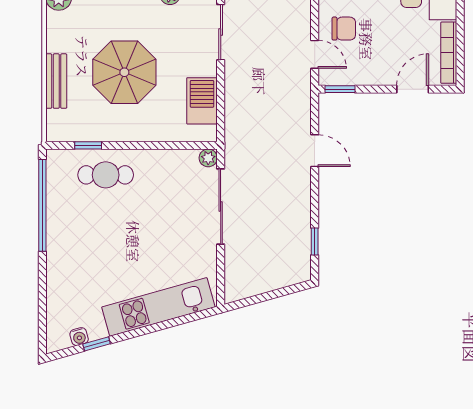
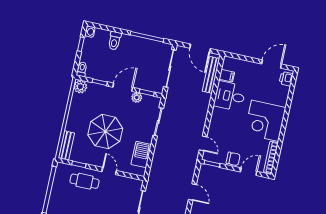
chair: (344, 29) -> (233, 159), moved
bench: (56, 81) -> (66, 145), moved
door: (148, 145) -> (109, 171), added
plant: (208, 158) -> (138, 184), removed

